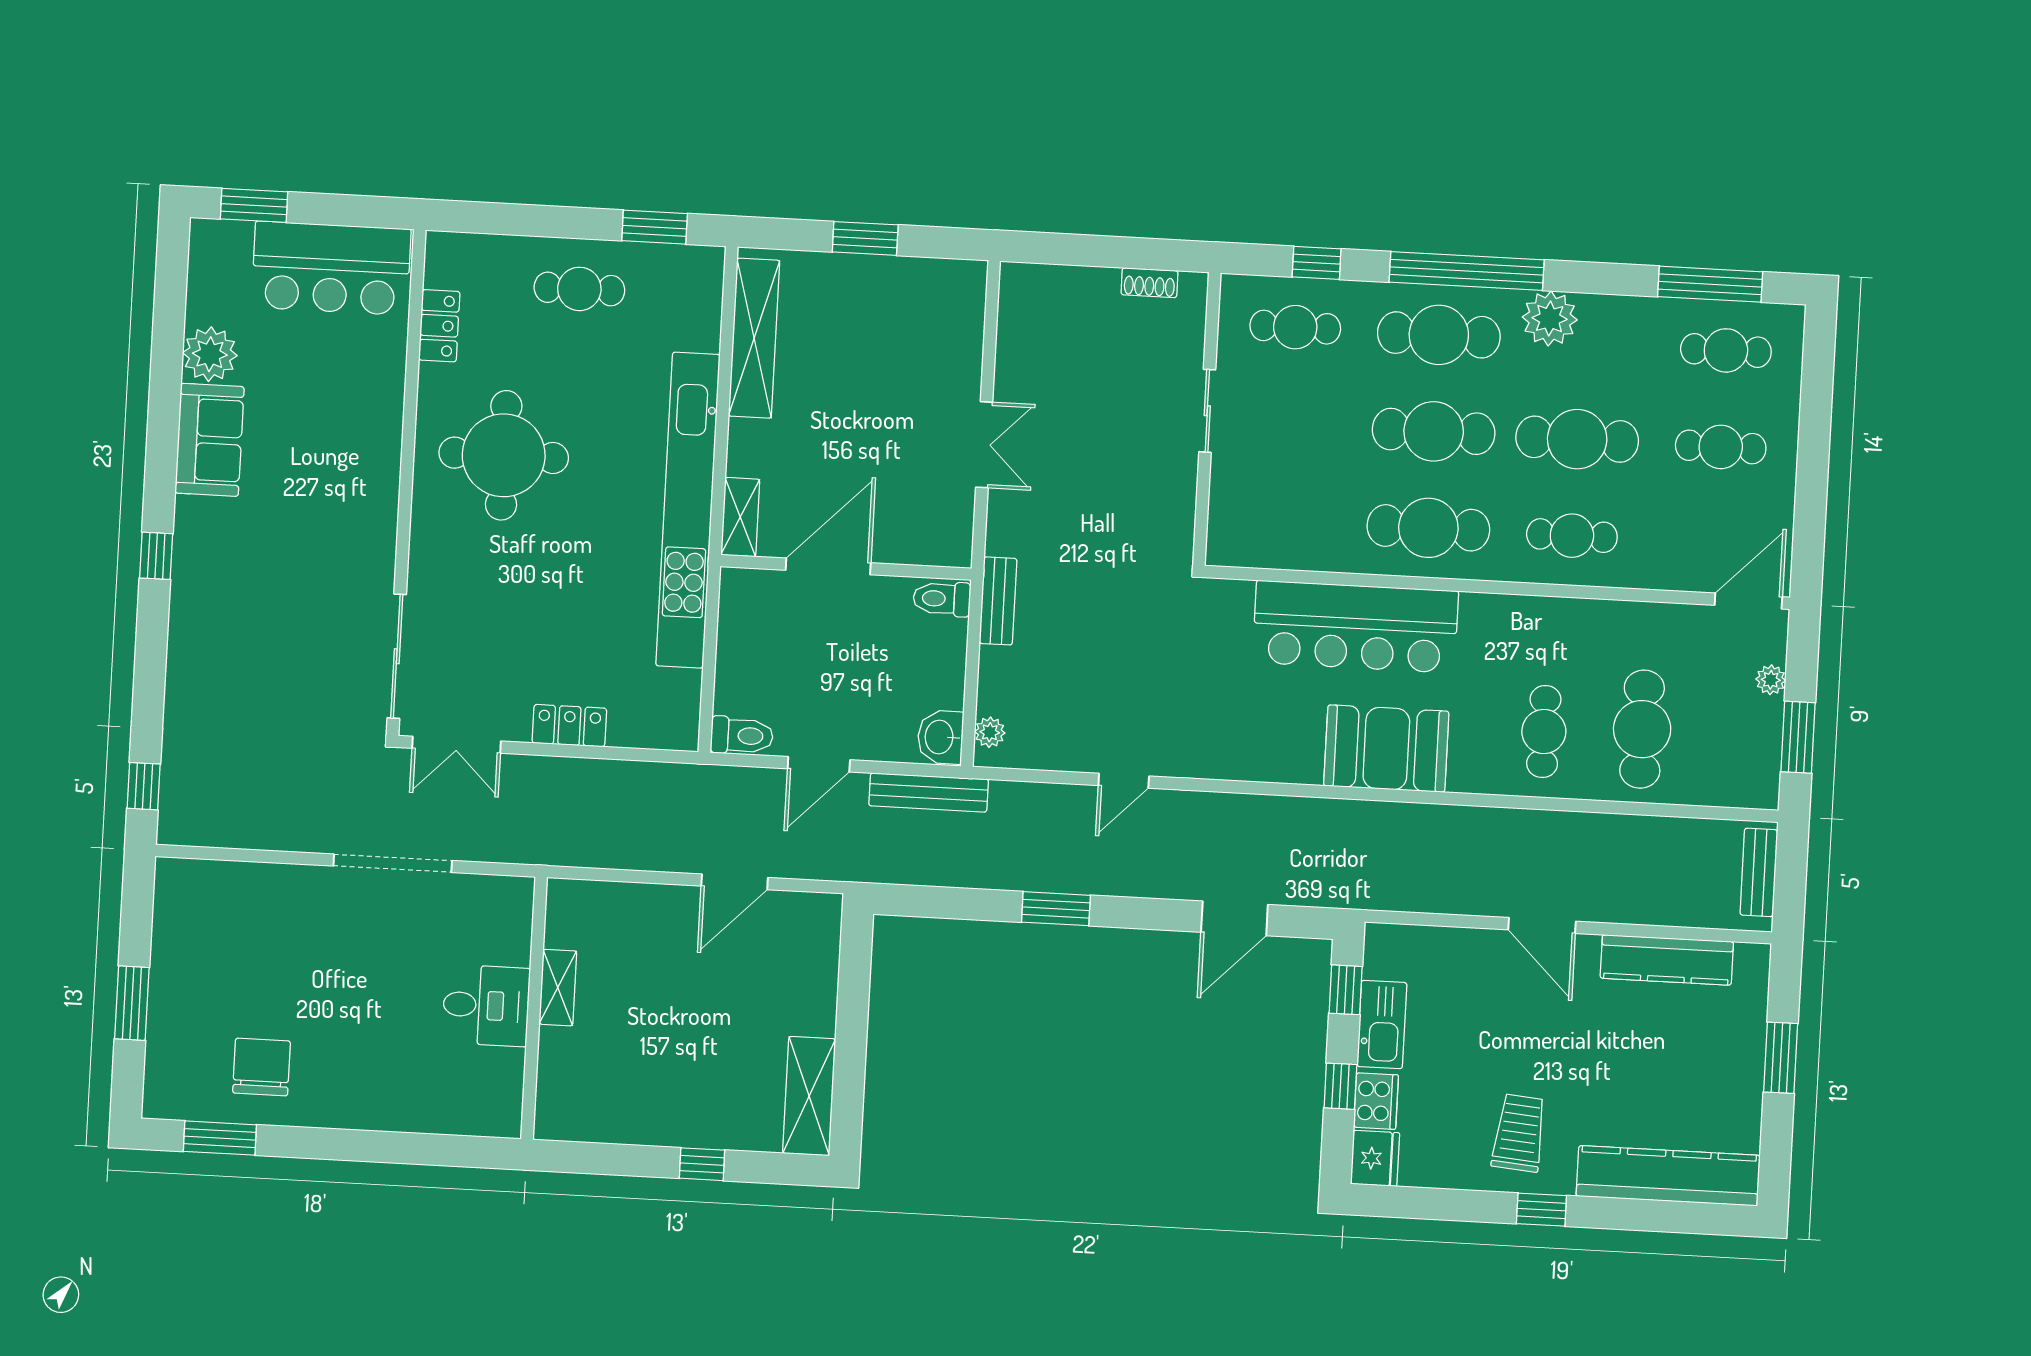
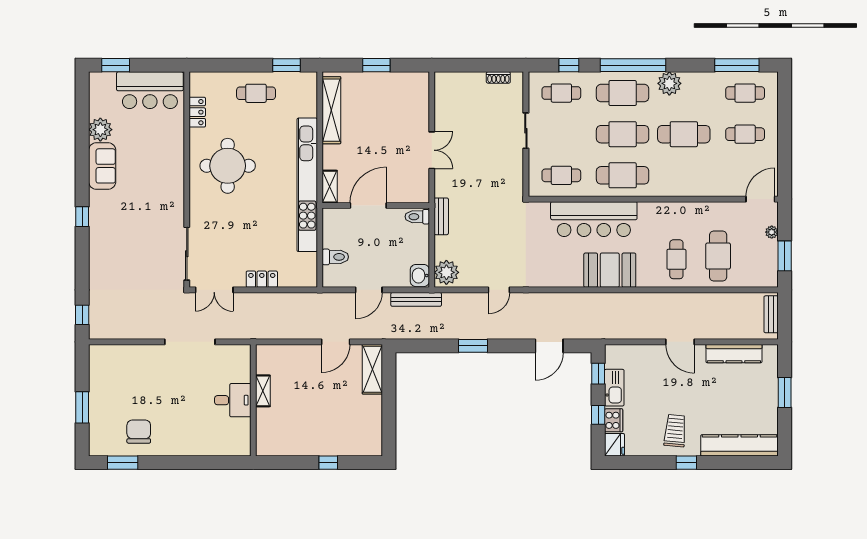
cafe table: (1572, 536) -> (561, 175), moved
plant: (990, 732) -> (446, 272), width x1.88, depth x1.88
toilet: (742, 736) -> (335, 257), moved
shelving: (809, 1096) -> (372, 369), moved

